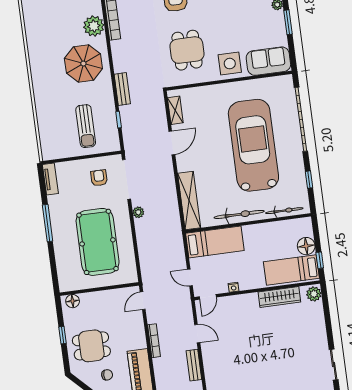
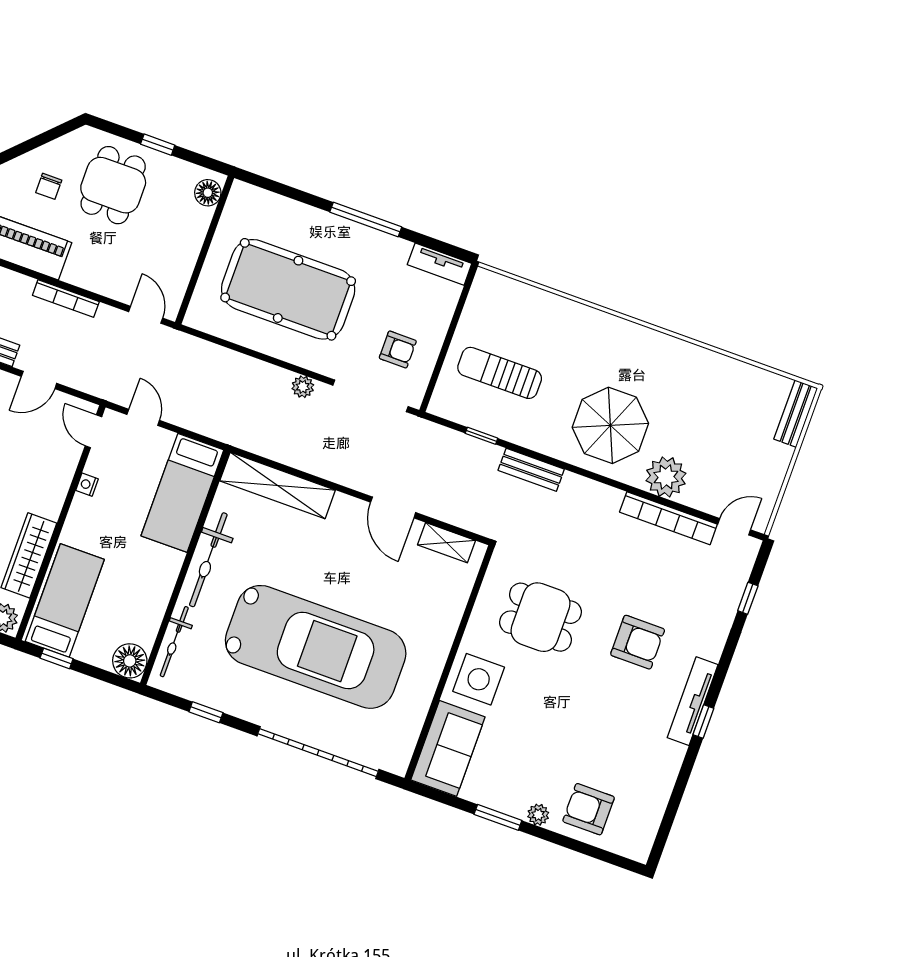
floor lamp: (306, 246) -> (130, 661), moved
door: (190, 278) -> (143, 417), hinge flipped

